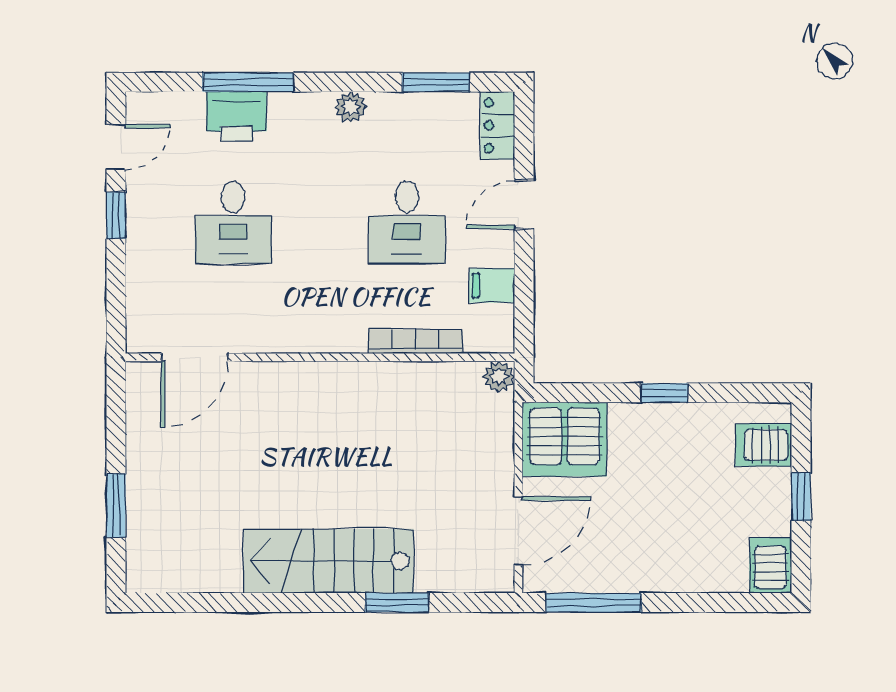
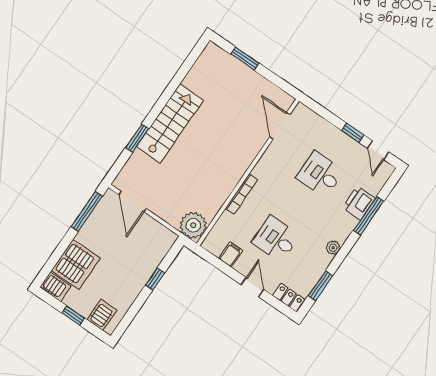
bookcase: (415, 341) -> (242, 194), moved
plant: (499, 377) -> (193, 225), width x1.87, depth x1.87
window: (665, 393) -> (155, 279), moved
server rack: (565, 439) -> (76, 264), moved, turned 180

